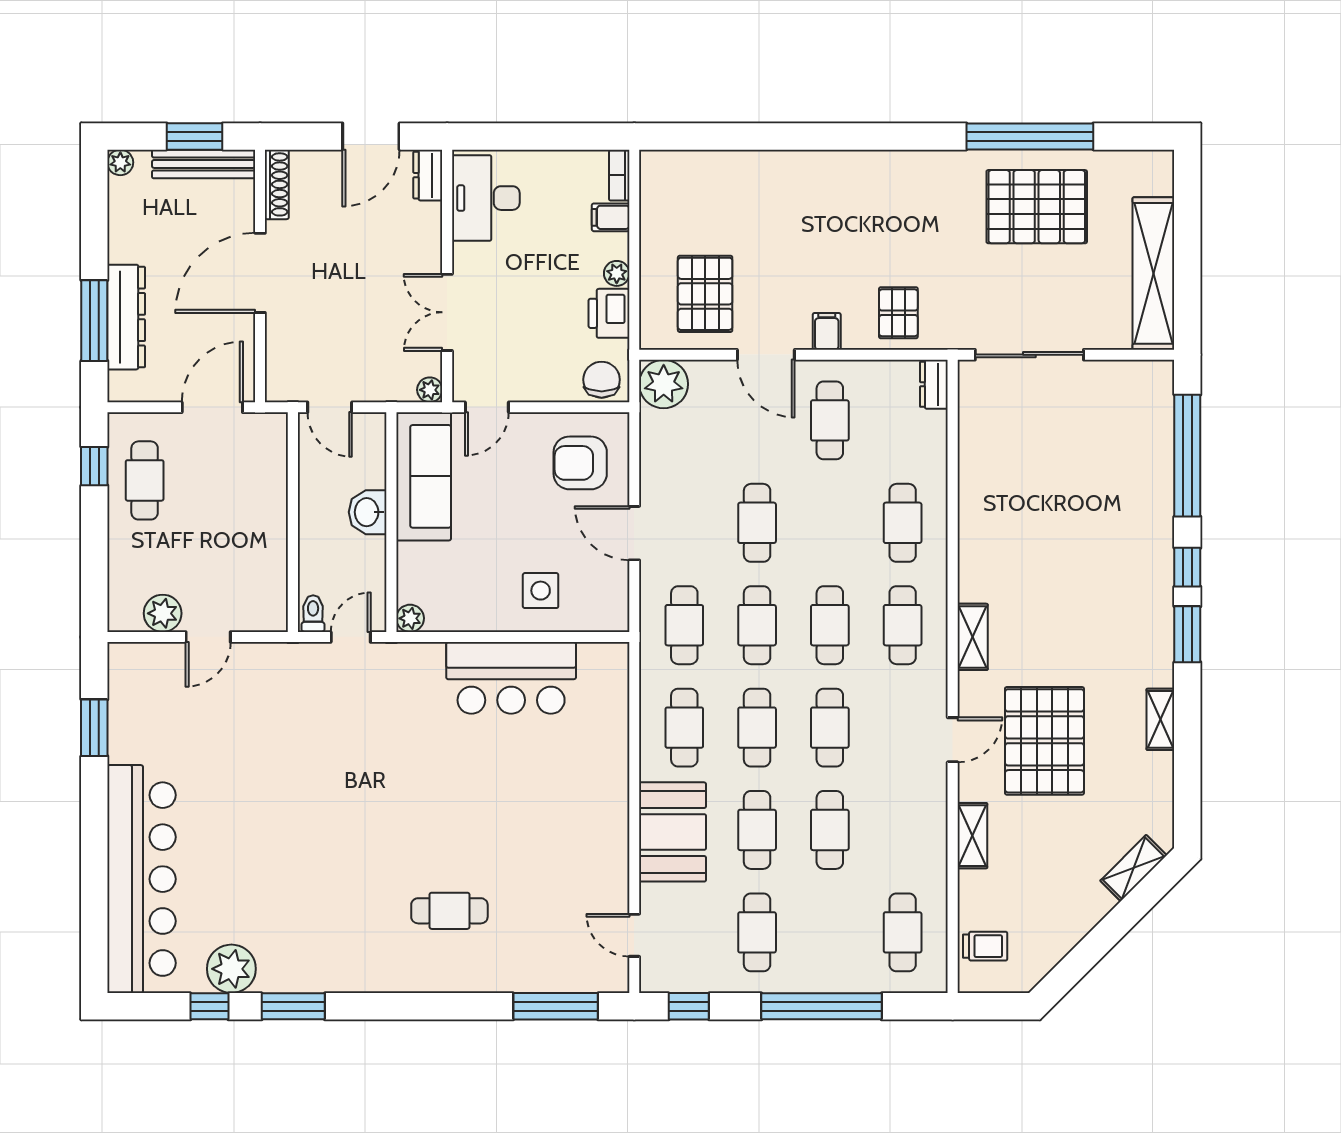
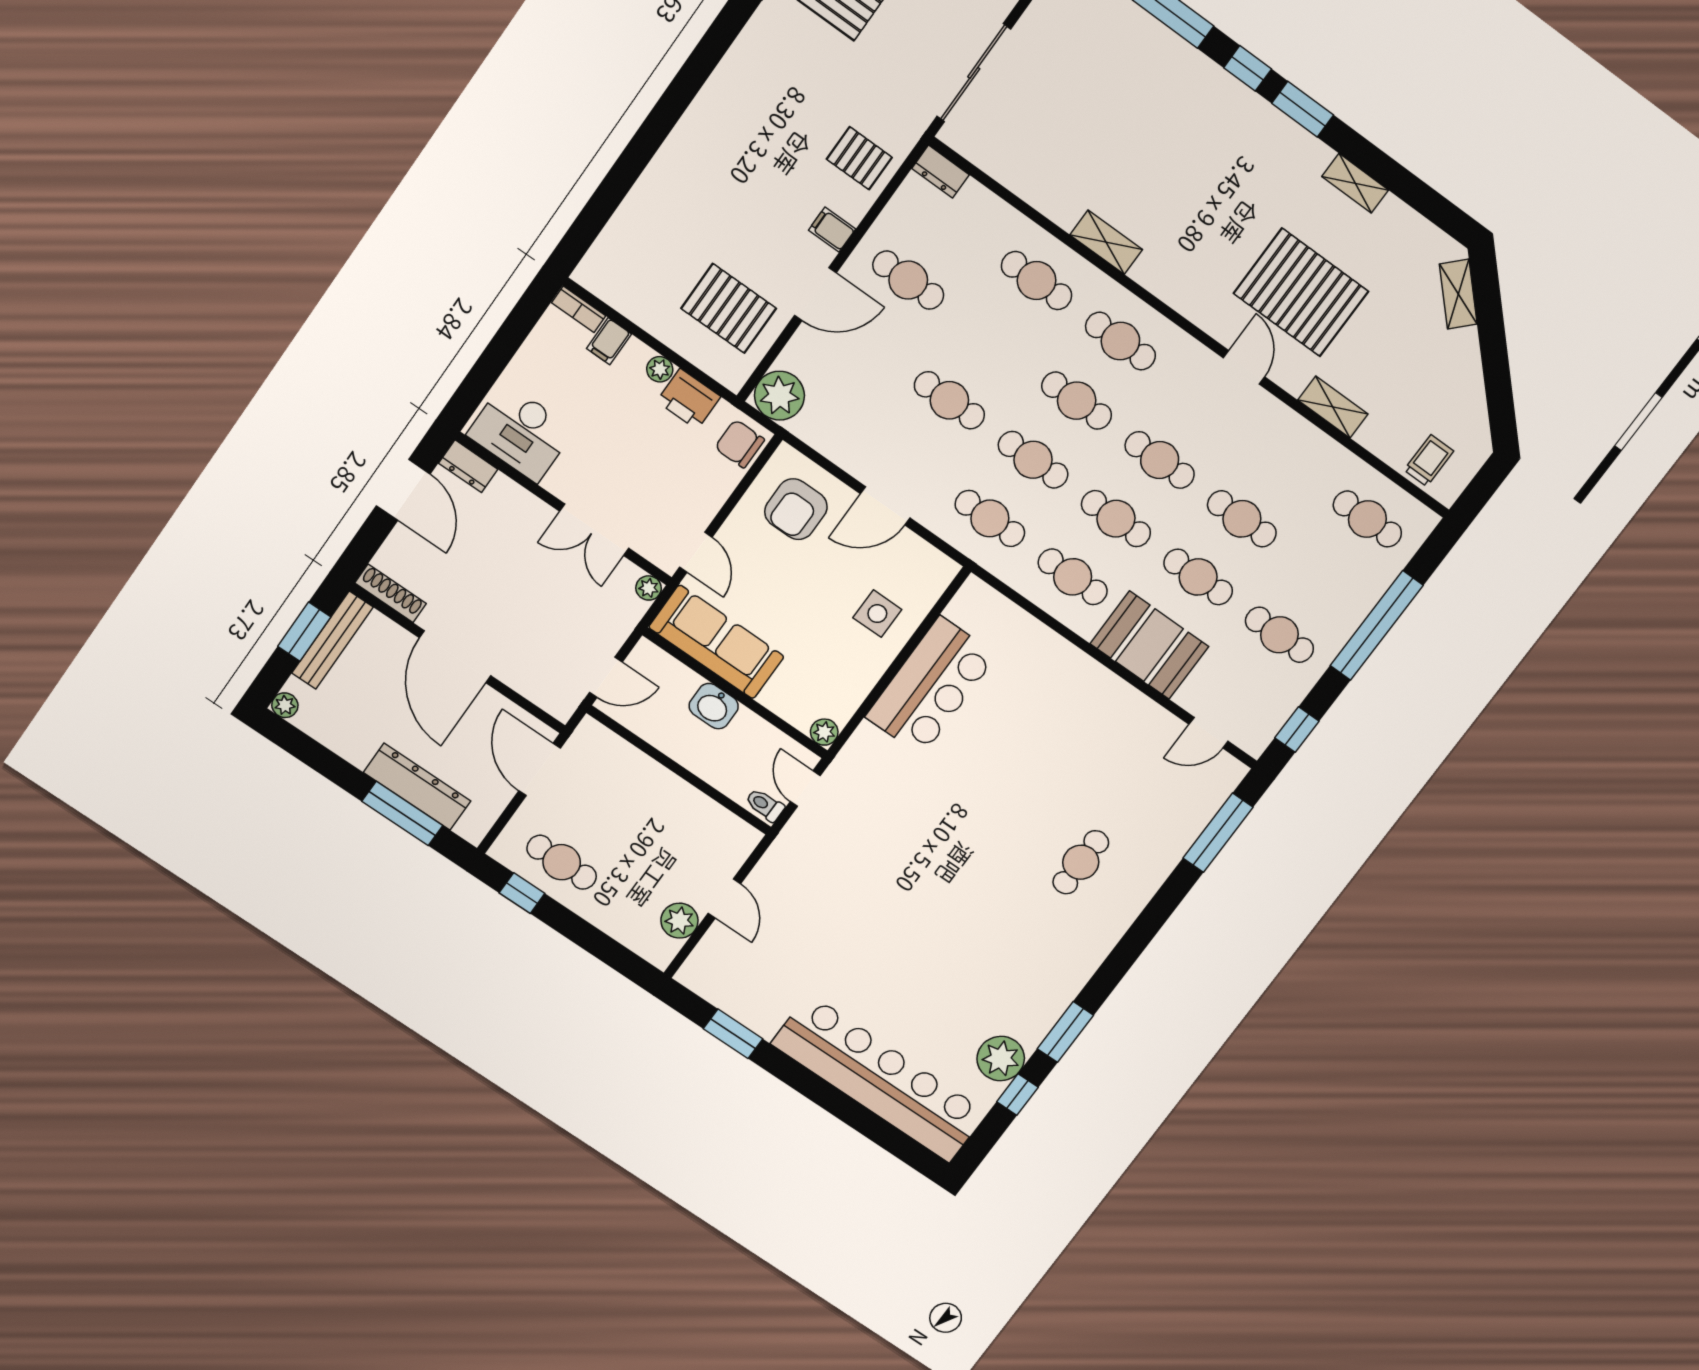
shelving: (973, 637) -> (1106, 242), moved

